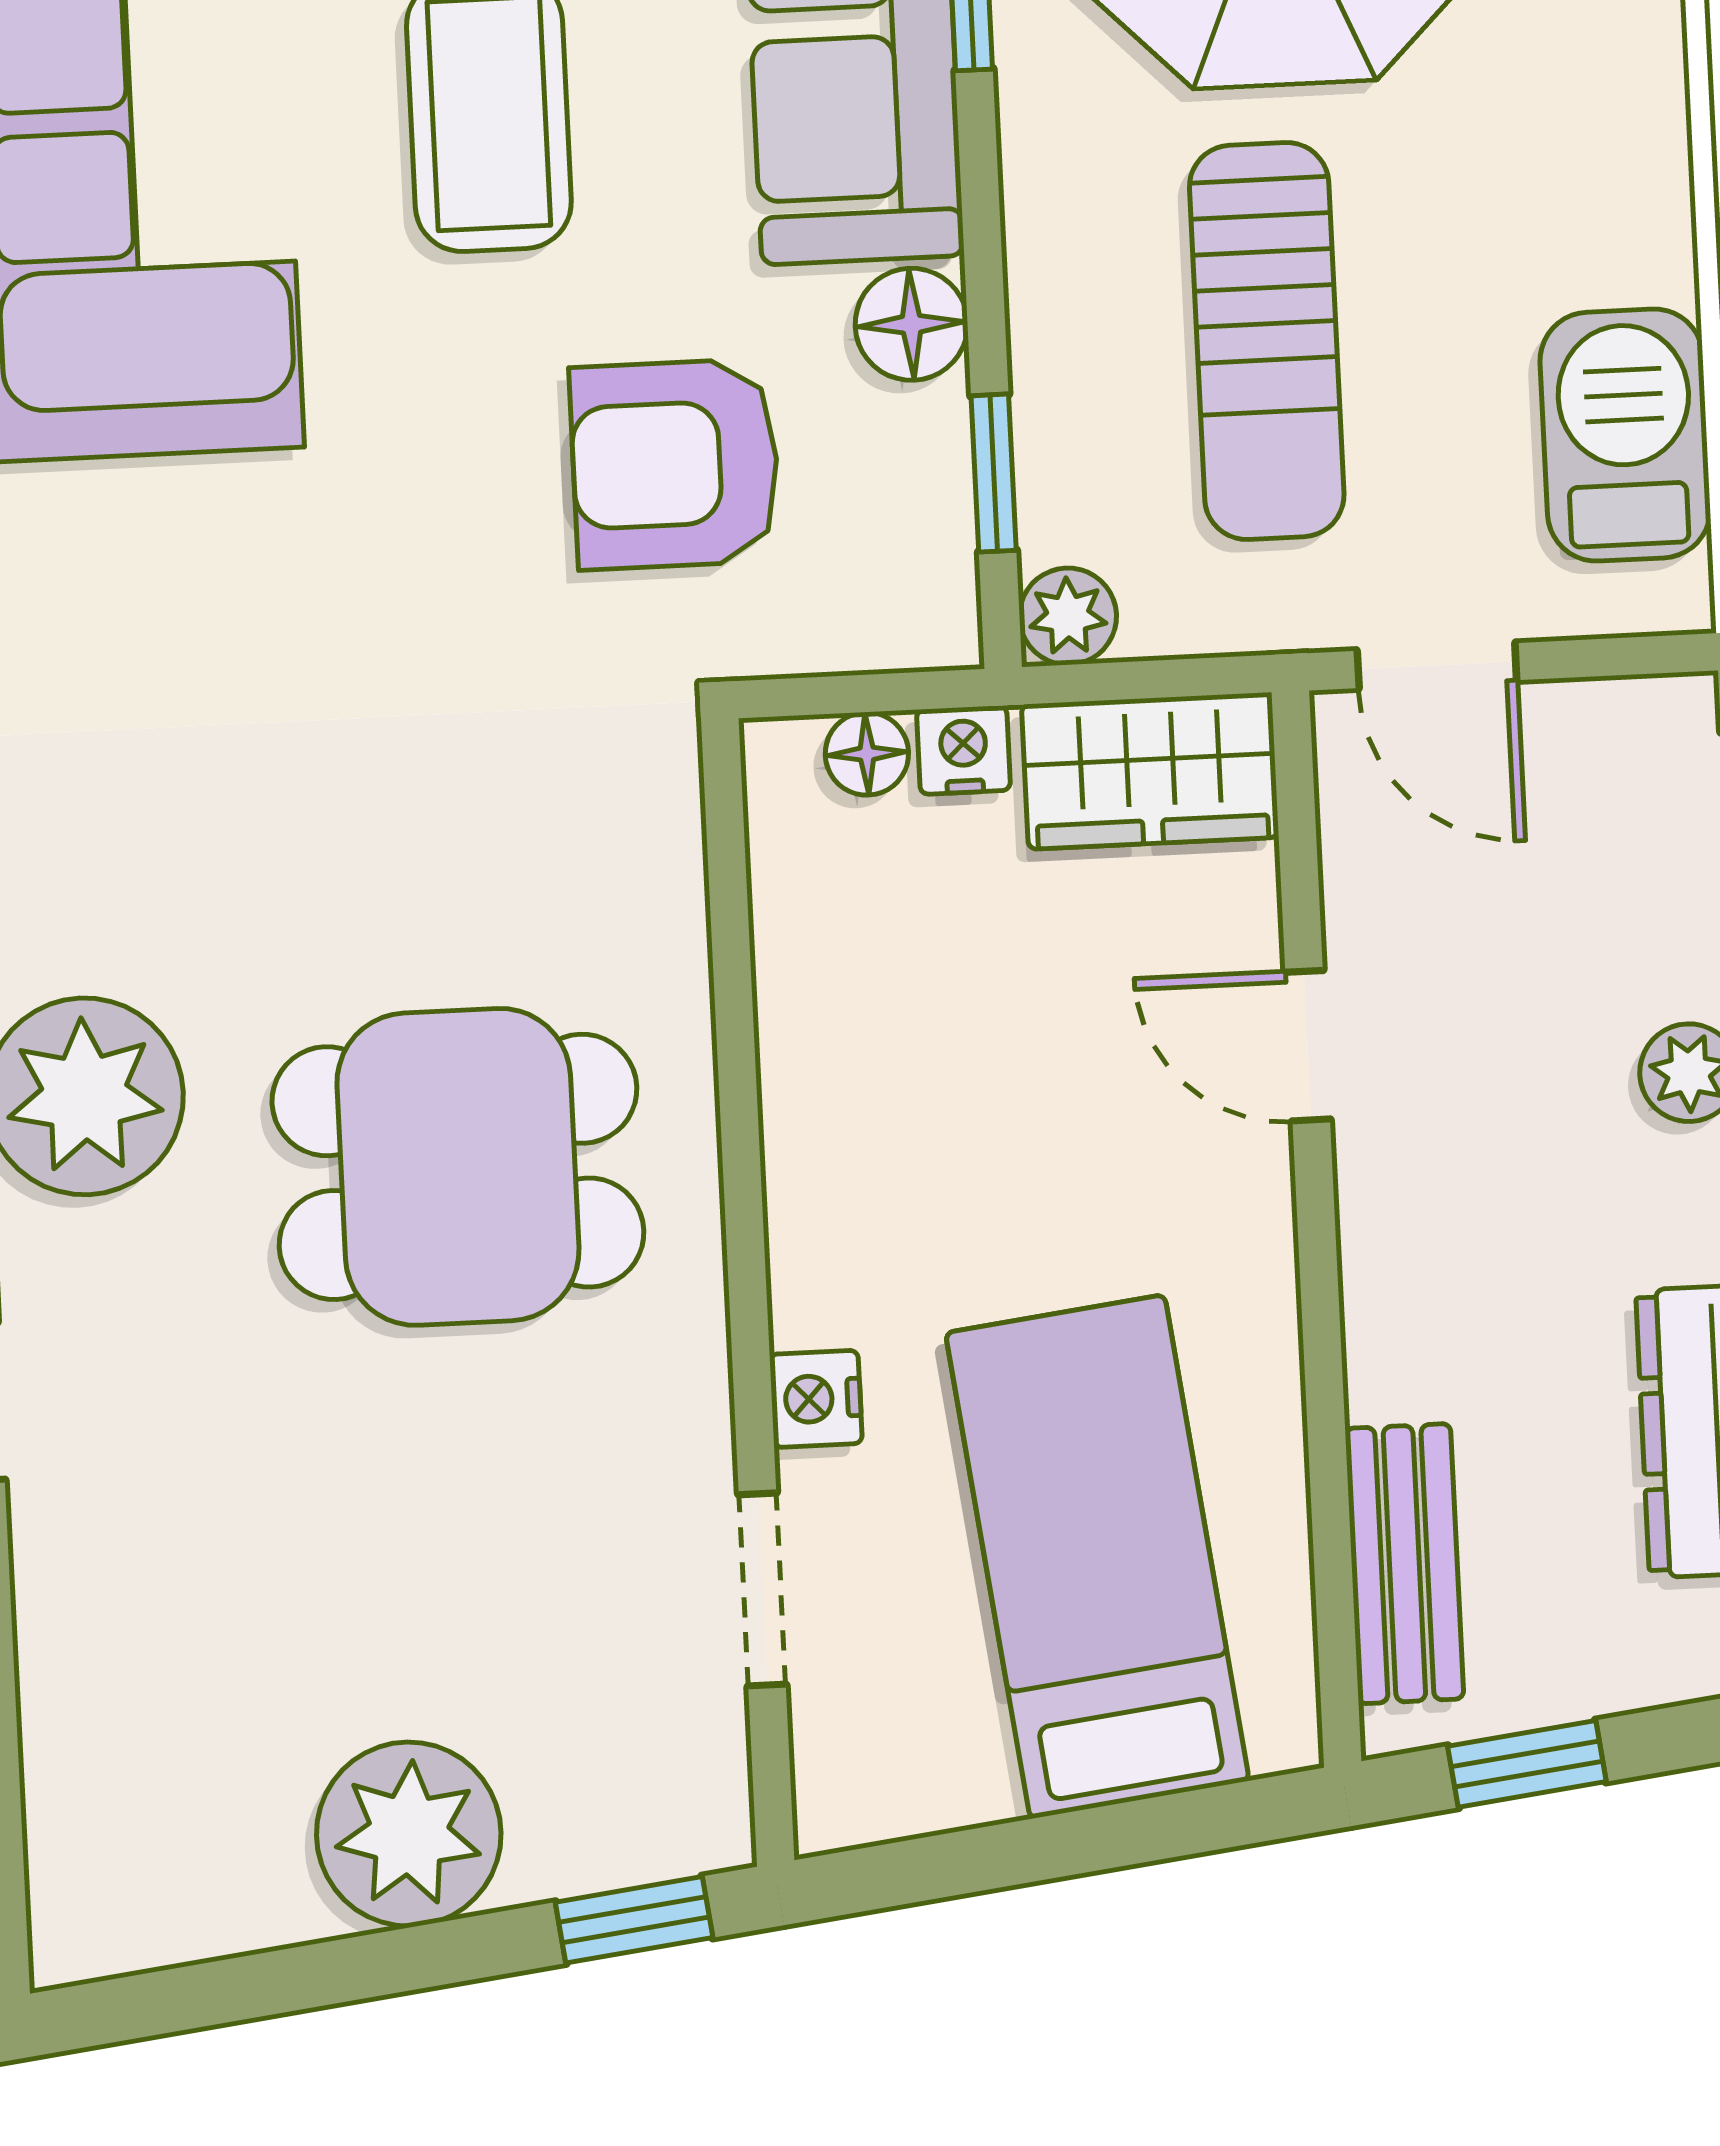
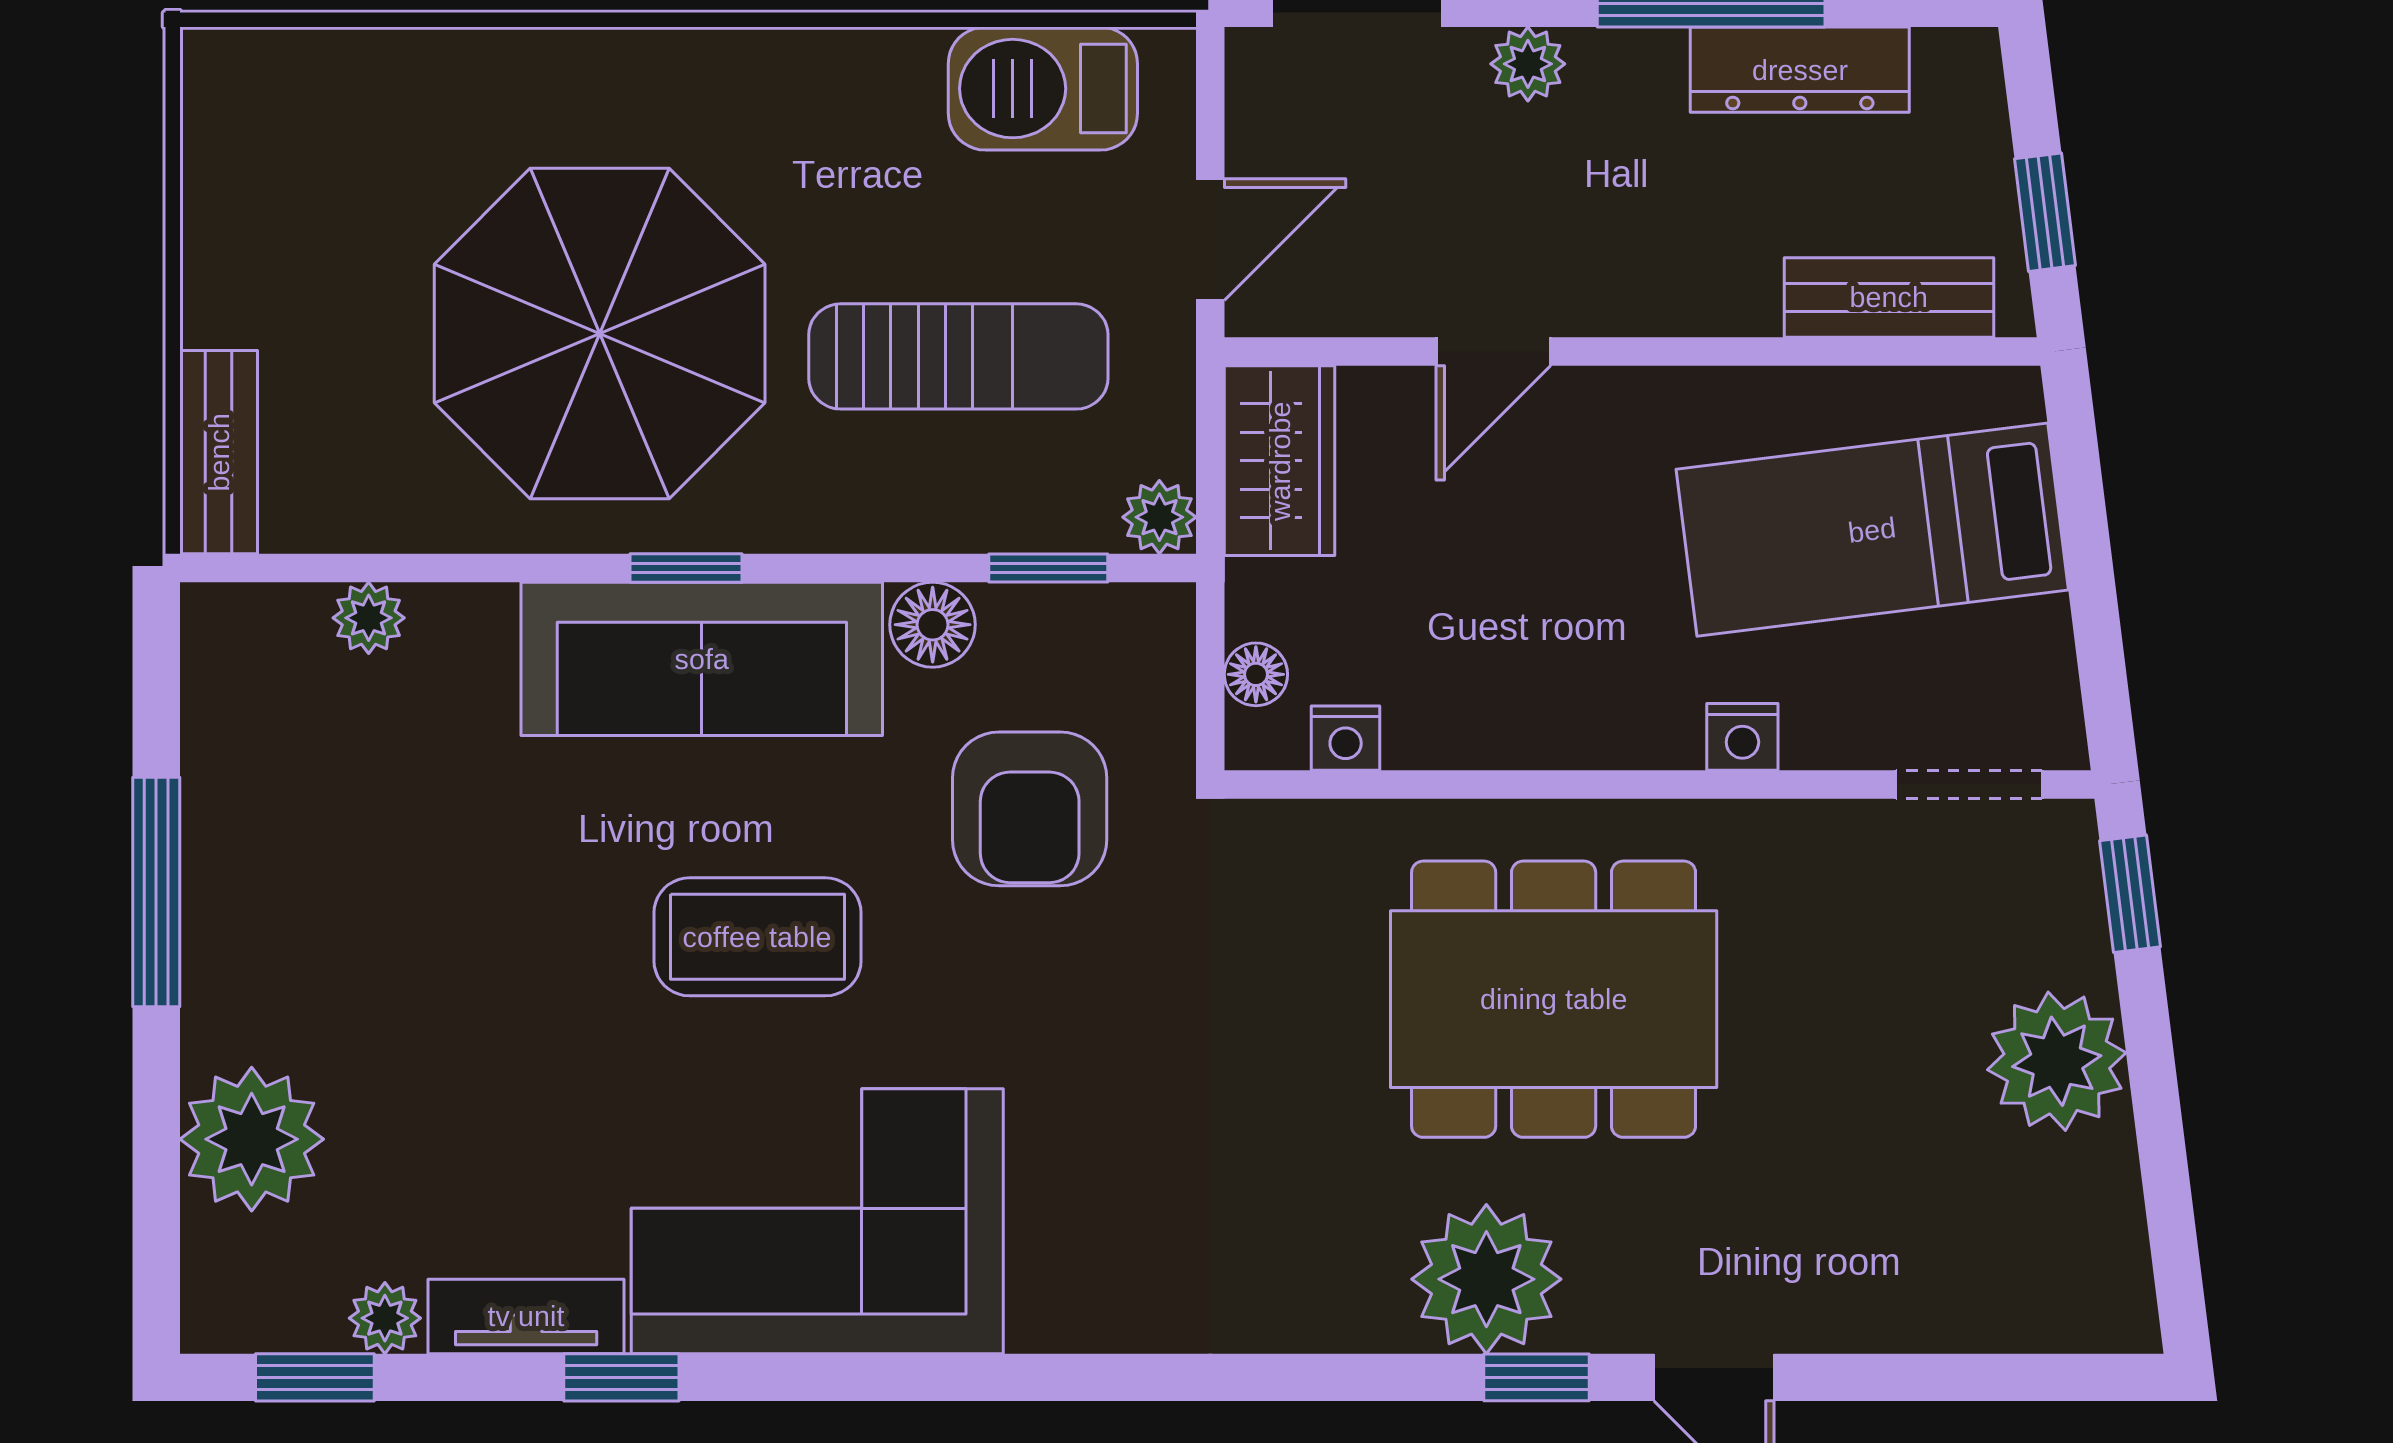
nightstand: (963, 750) -> (1346, 738), moved, turned -90
dining table: (458, 1167) -> (1554, 999), width x1.38
doorway: (762, 1590) -> (1969, 784), moved

